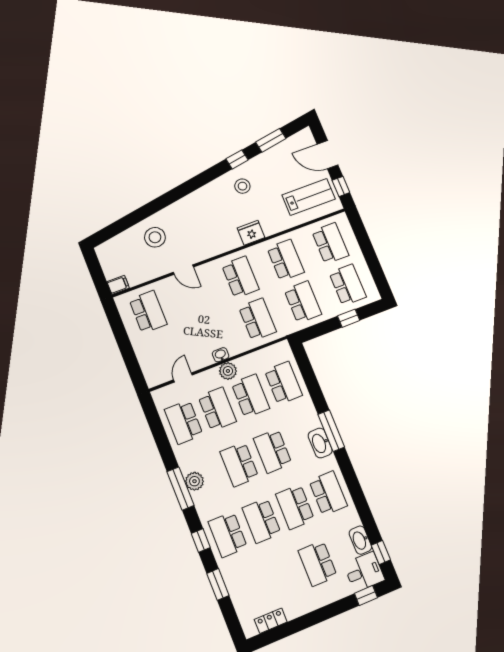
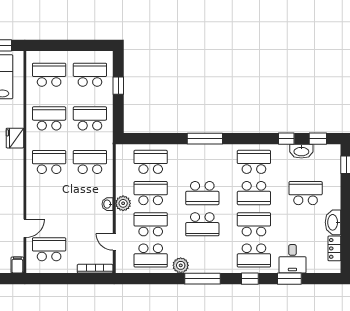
door: (183, 270) -> (25, 228), moved
bookcase: (146, 368) -> (95, 269), added
washbasin: (320, 443) -> (333, 222), moved, turned 90
plant: (194, 481) -> (181, 265), moved
window: (367, 518) -> (286, 139), added
school desk: (262, 521) -> (254, 224), turned 180
school desk: (318, 563) -> (306, 193), turned 180
desk: (364, 572) -> (292, 259), moved, turned 180

